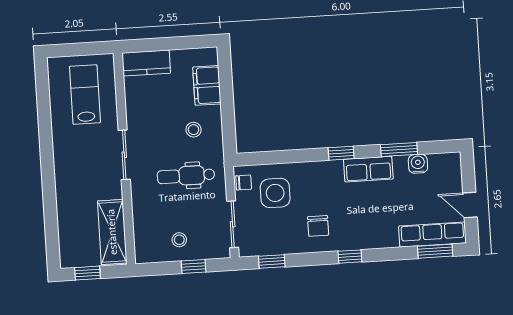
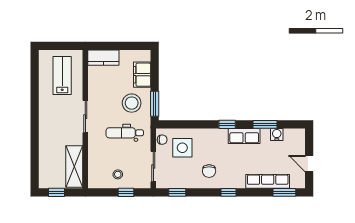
window: (229, 129) -> (155, 104), added
stool: (194, 130) -> (132, 103), width x1.89, depth x1.89
row of seats: (432, 235) -> (268, 181), moved

